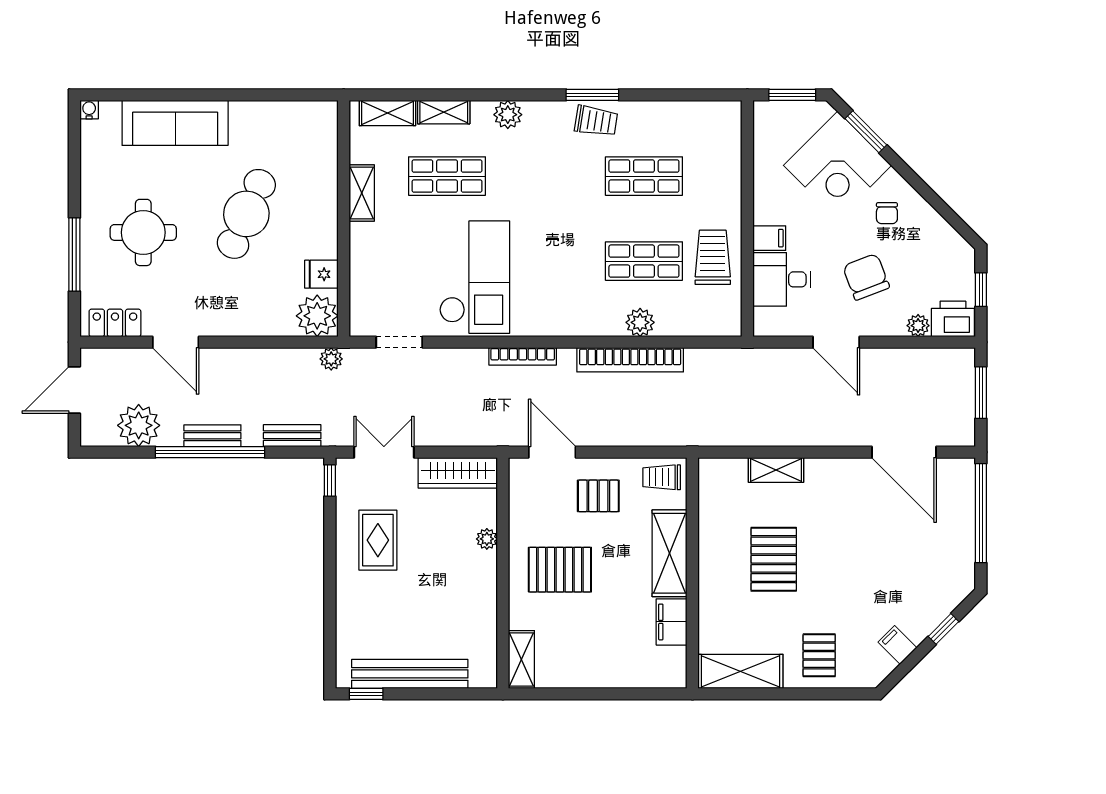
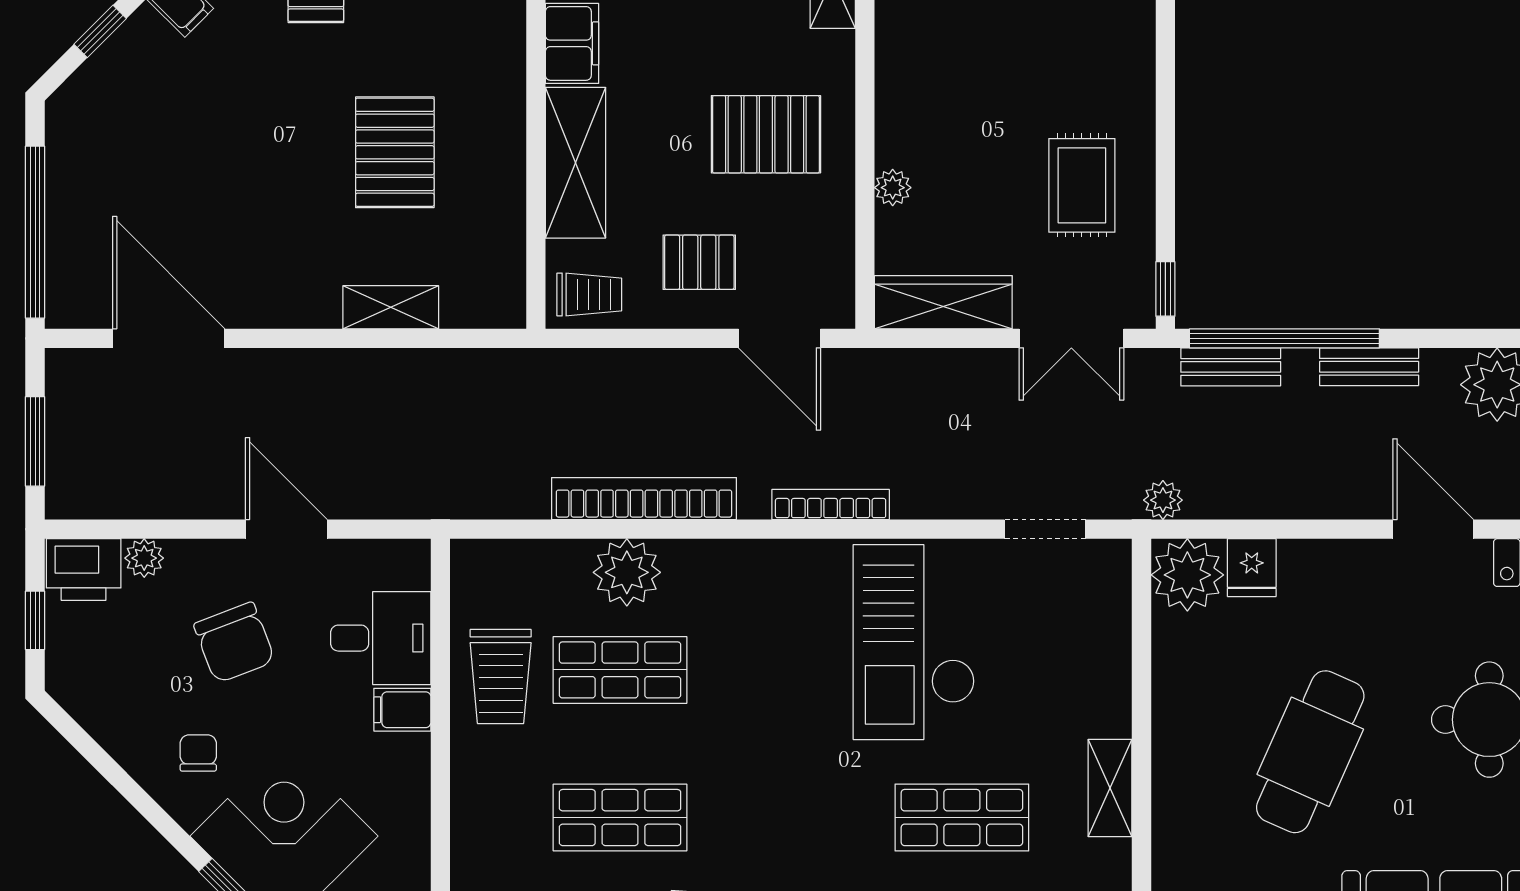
fridge: (321, 274) -> (1252, 568), moved, turned 90
plant: (640, 322) -> (627, 572), width x1.36, depth x1.36
window: (210, 452) -> (1284, 338), moved

